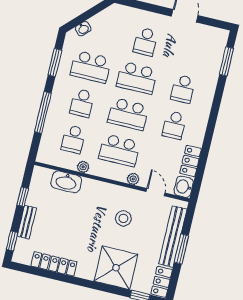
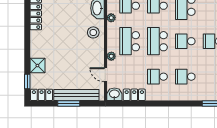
school desk: (137, 78) -> (185, 41), width x0.54
door: (156, 192) -> (105, 75), swing flipped
stool: (123, 218) -> (93, 32), moved
shower: (116, 268) -> (37, 66), width x0.54, depth x0.54

